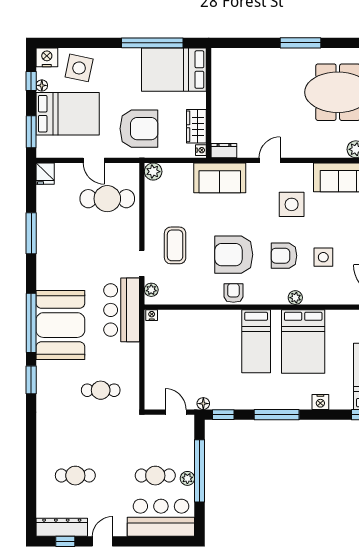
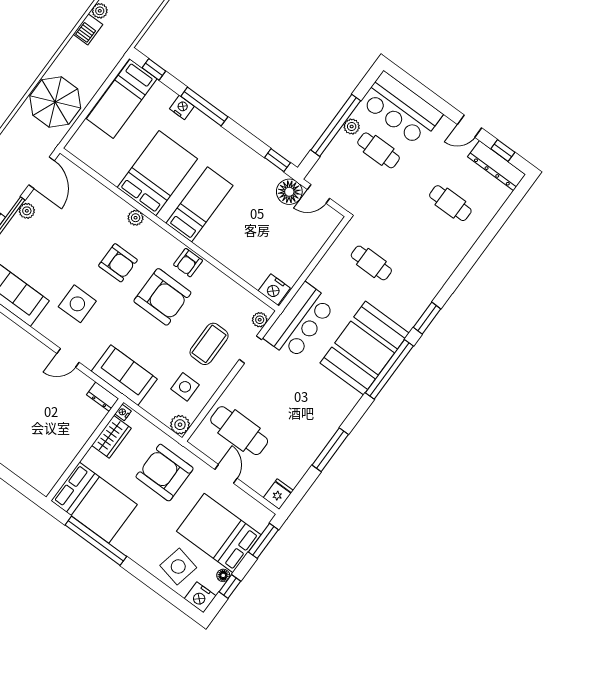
side table: (323, 257) -> (185, 387), moved
nightstand: (152, 315) -> (274, 290), width x1.89, depth x1.79
floor lamp: (203, 404) -> (289, 192), width x1.89, depth x1.89
door: (176, 412) -> (319, 194), hinge flipped
window: (277, 415) -> (204, 106), moved

